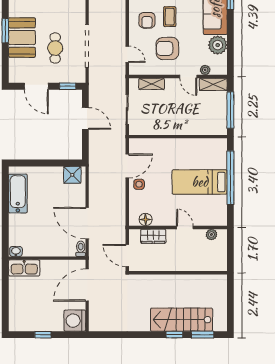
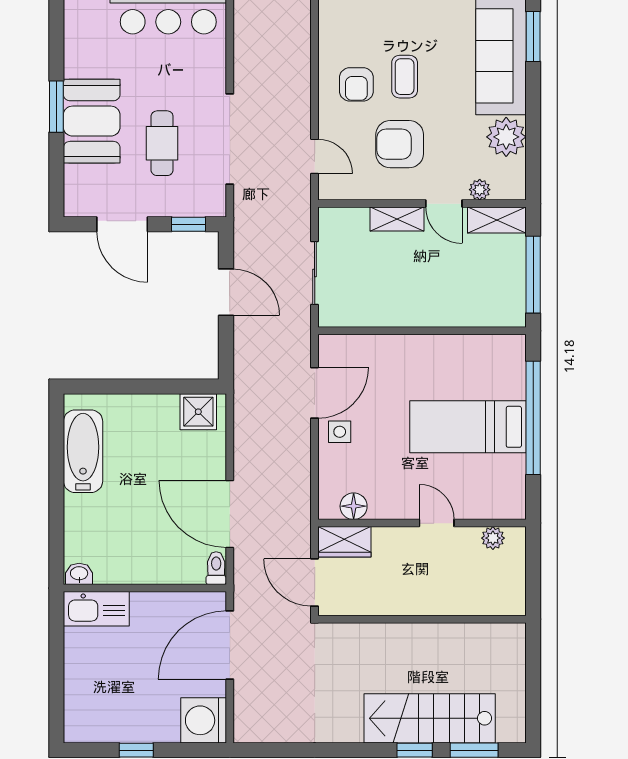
shelving: (152, 84) -> (397, 219), moved
wardrobe: (153, 236) -> (344, 542), moved

